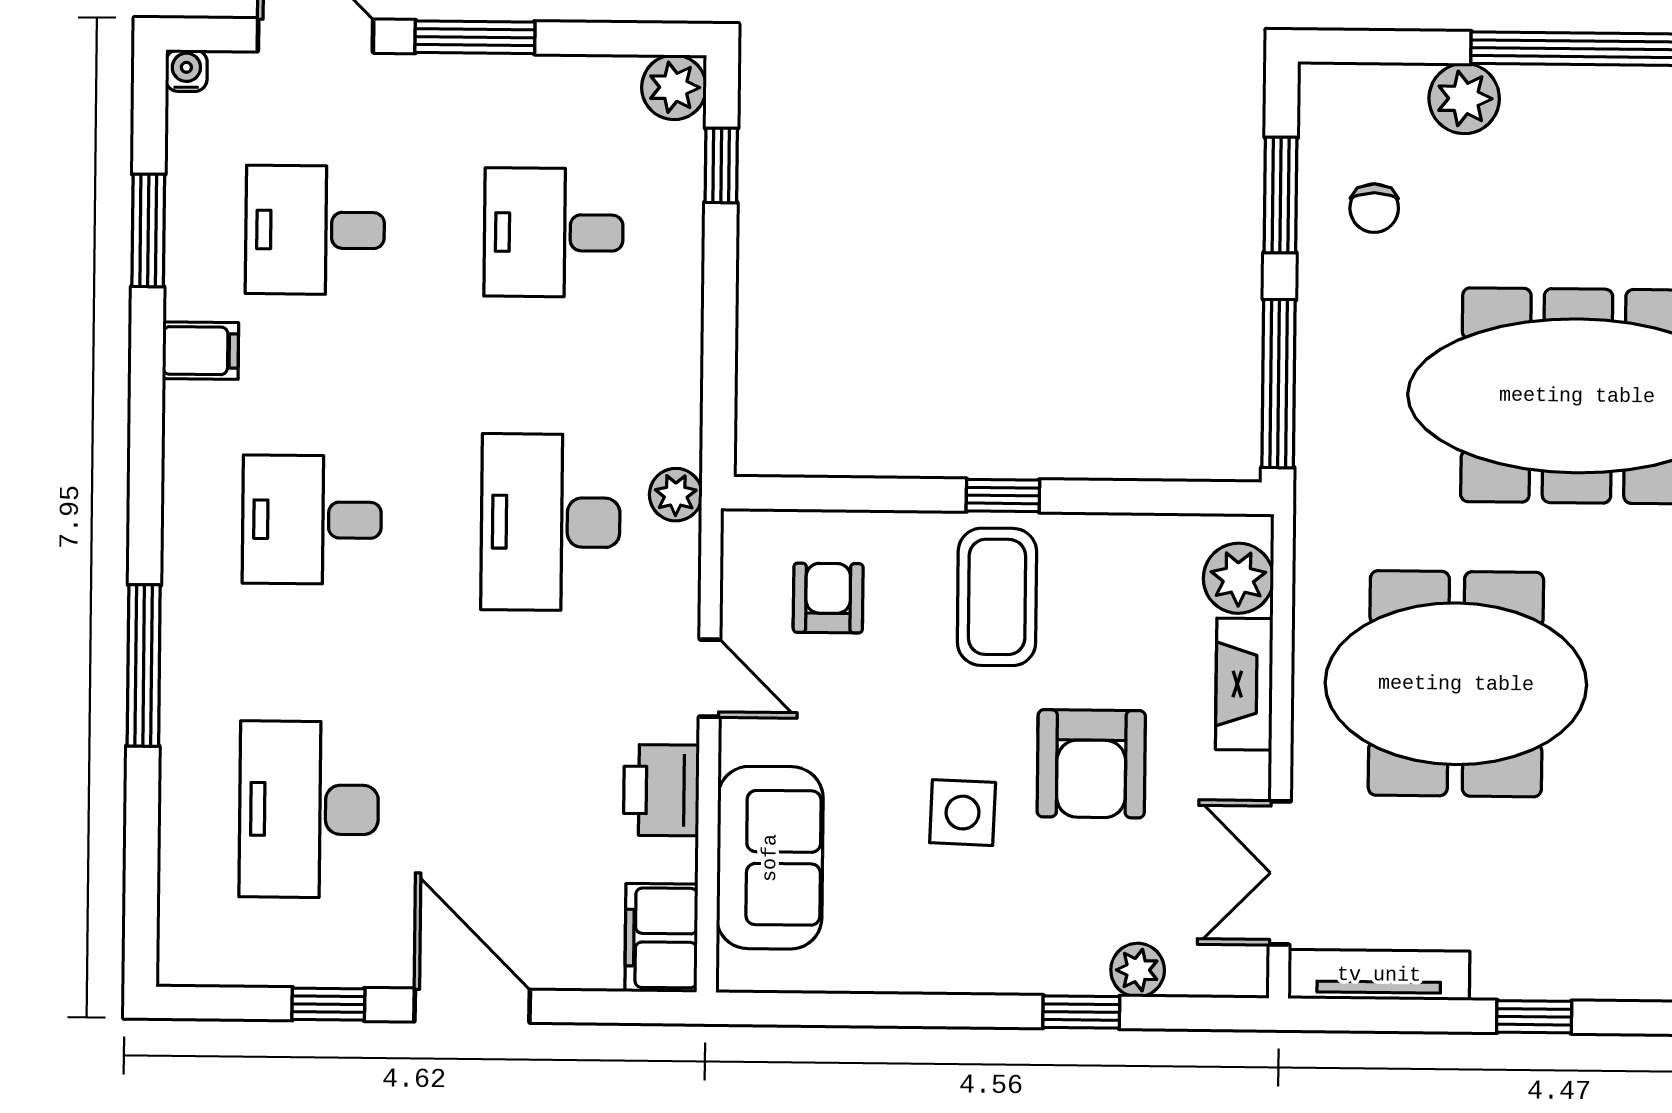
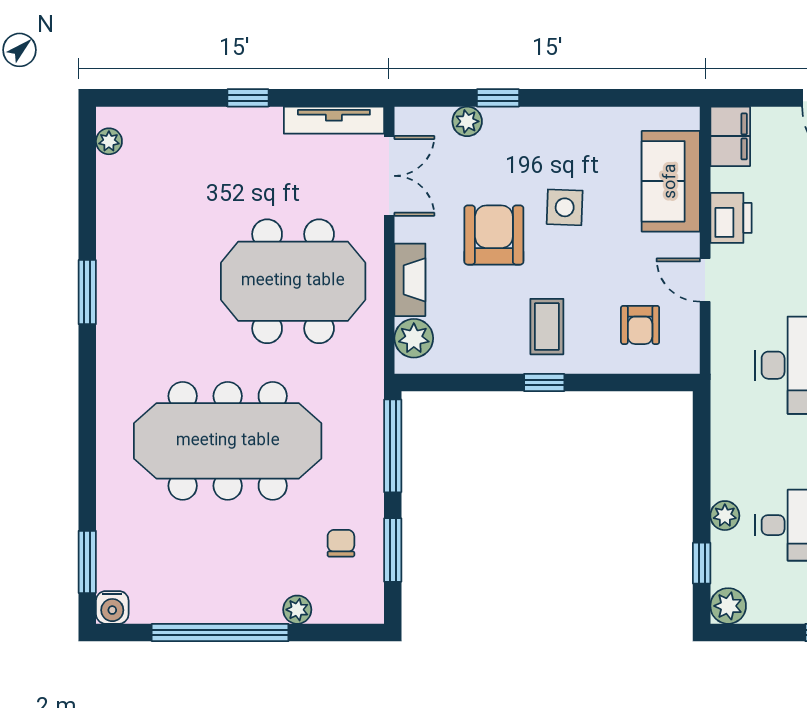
plant: (1464, 98) -> (297, 610), width x0.73, depth x0.73
plant: (676, 495) -> (725, 516), moved
coffee table: (997, 597) -> (547, 327), width x0.73, depth x0.77

